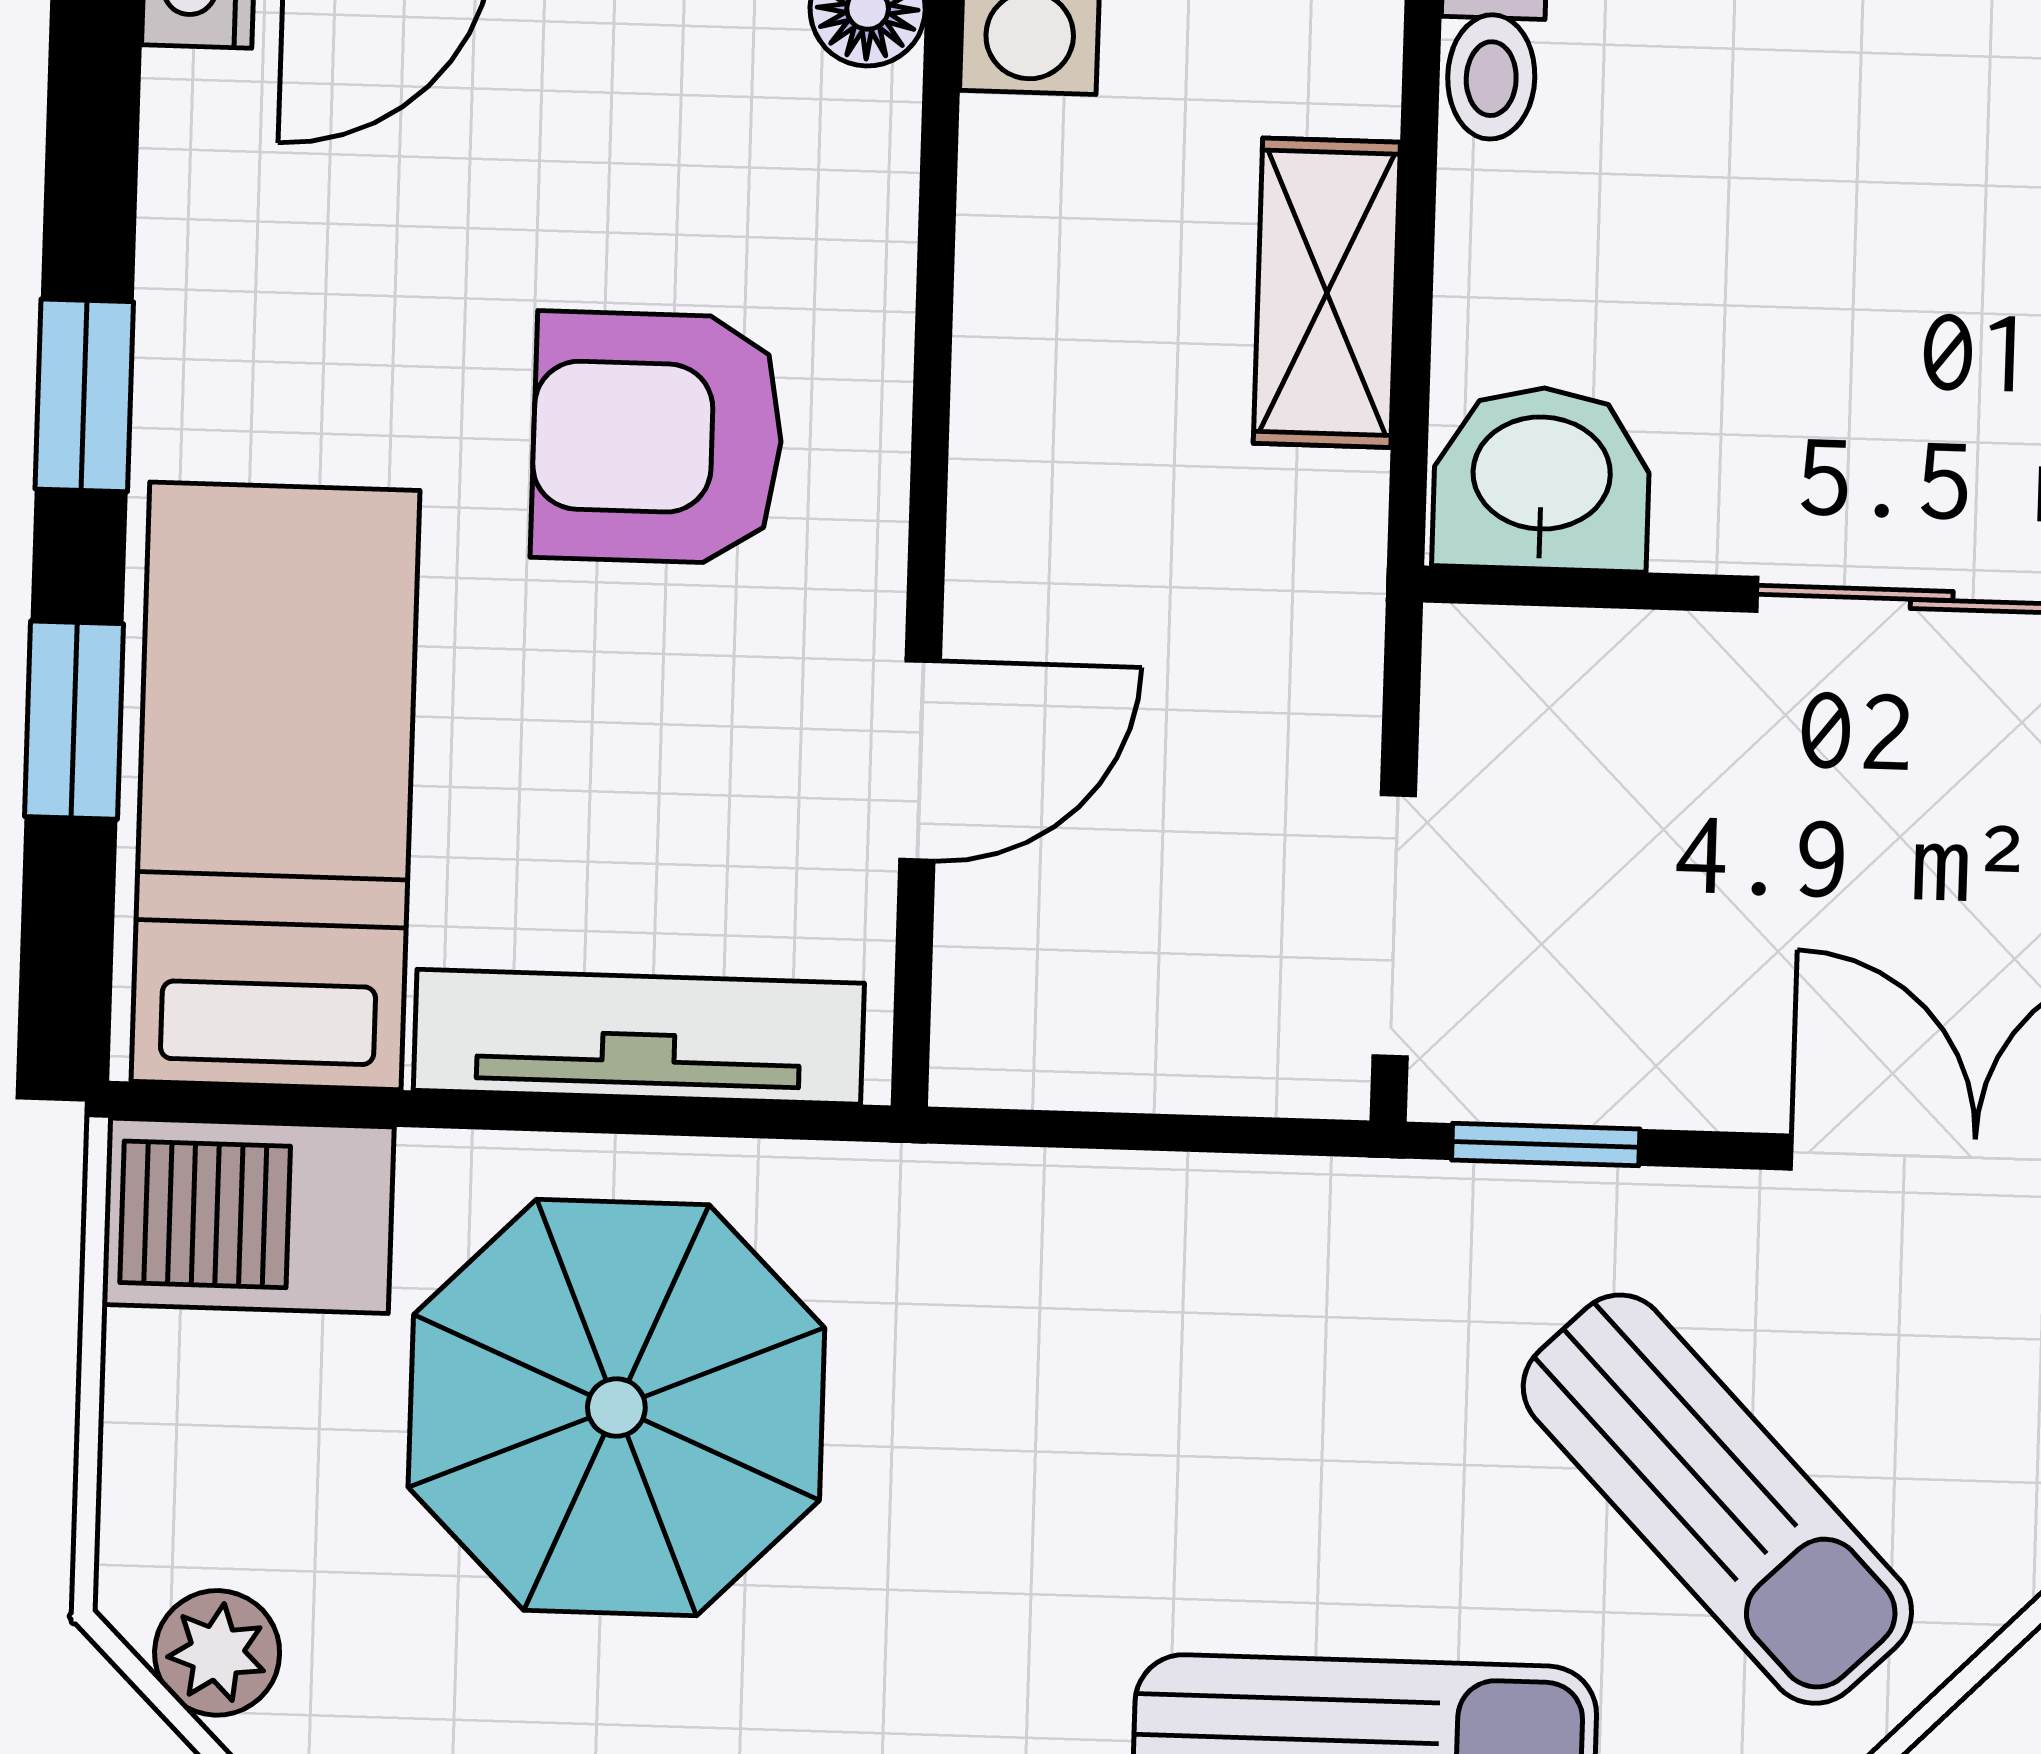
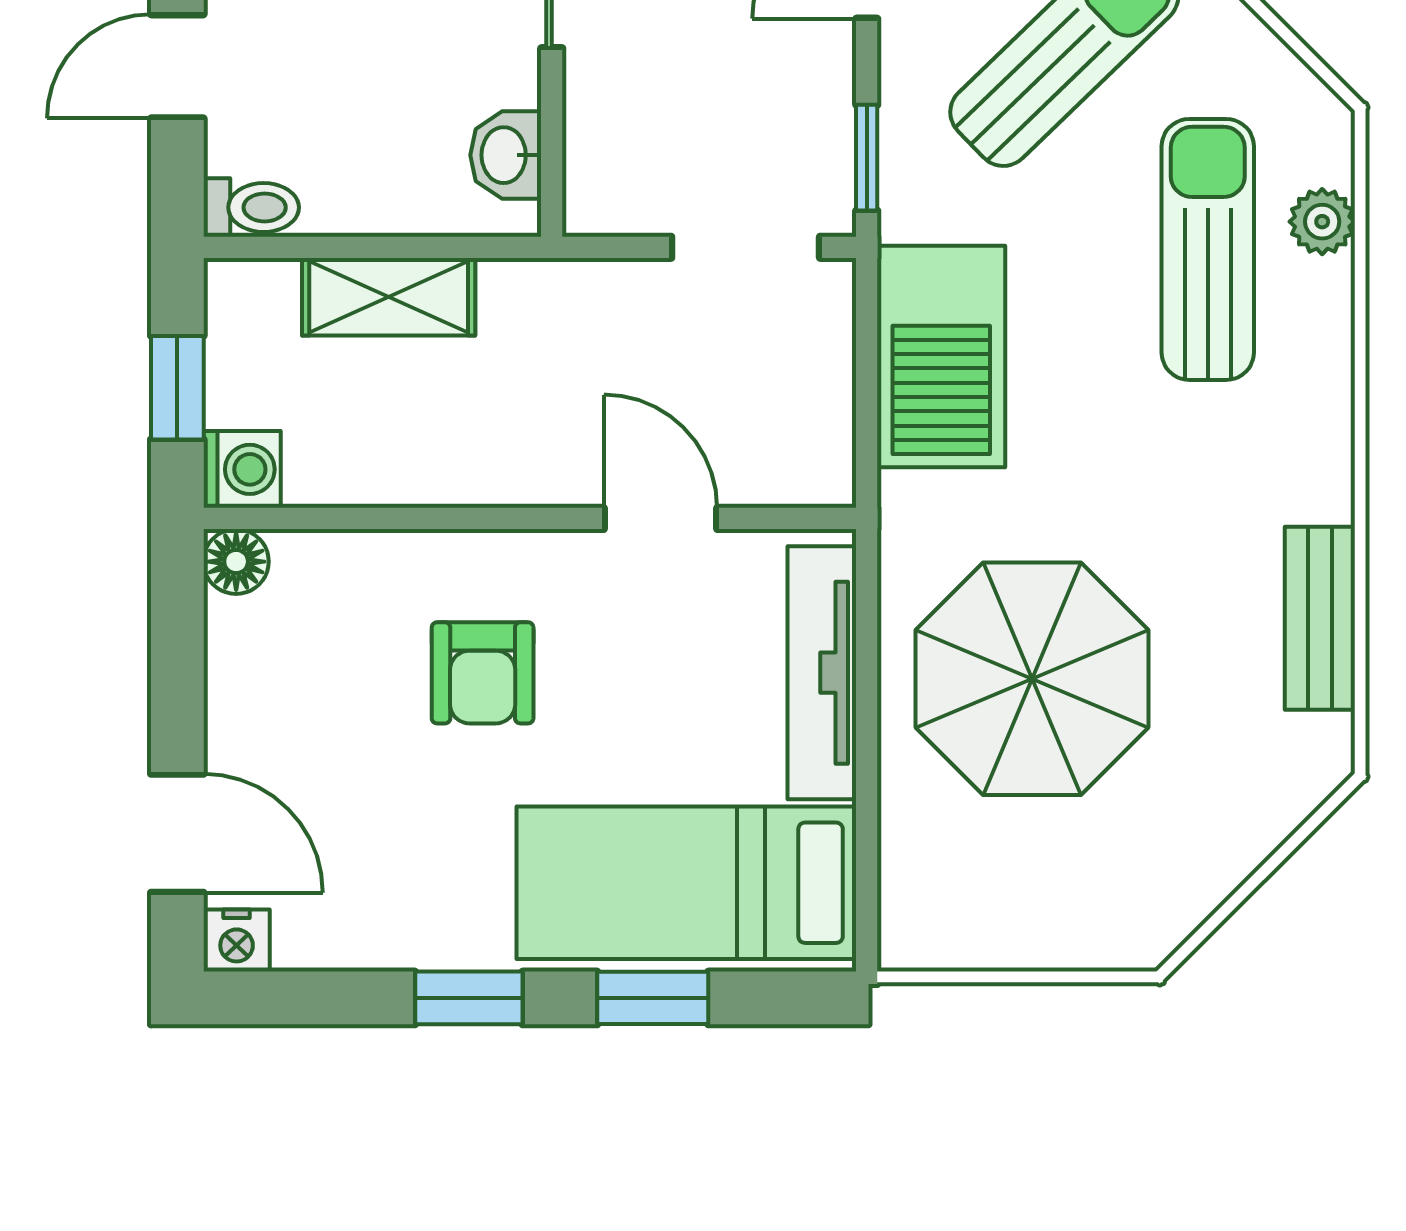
armchair: (657, 438) -> (483, 673), width x0.72, depth x0.72
washbasin: (1542, 478) -> (506, 155), width x0.72, depth x0.69
barbecue: (248, 1216) -> (941, 357), moved, width x1.37, depth x1.21
plant: (217, 1653) -> (1178, 900), removed

